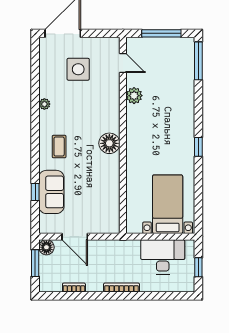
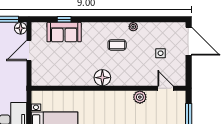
door: (123, 63) -> (165, 88), swing flipped
side table: (78, 69) -> (161, 53), width x0.54, depth x0.54
coffee table: (59, 147) -> (117, 45), moved

